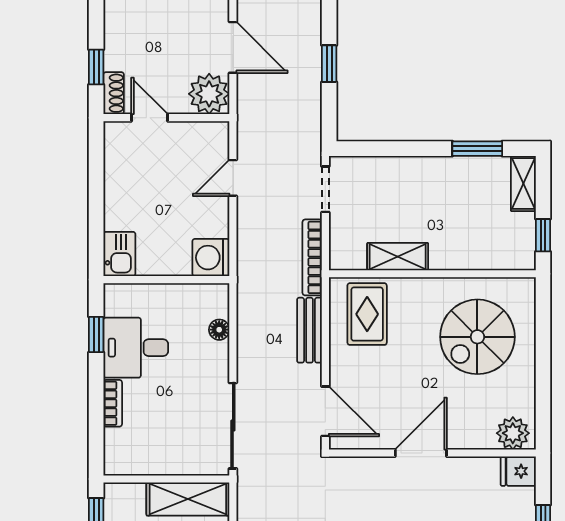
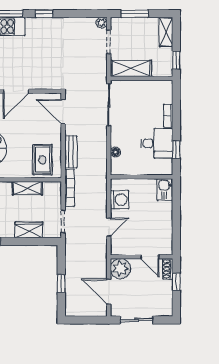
wardrobe: (395, 172) -> (29, 230), added
washing machine: (211, 258) -> (120, 200), moved

